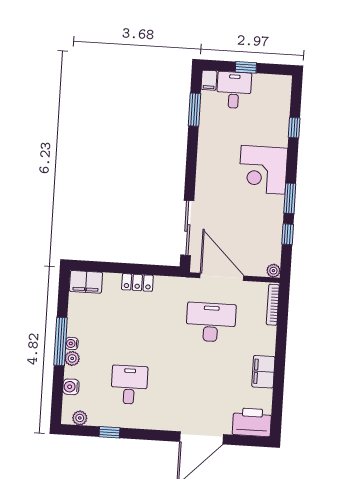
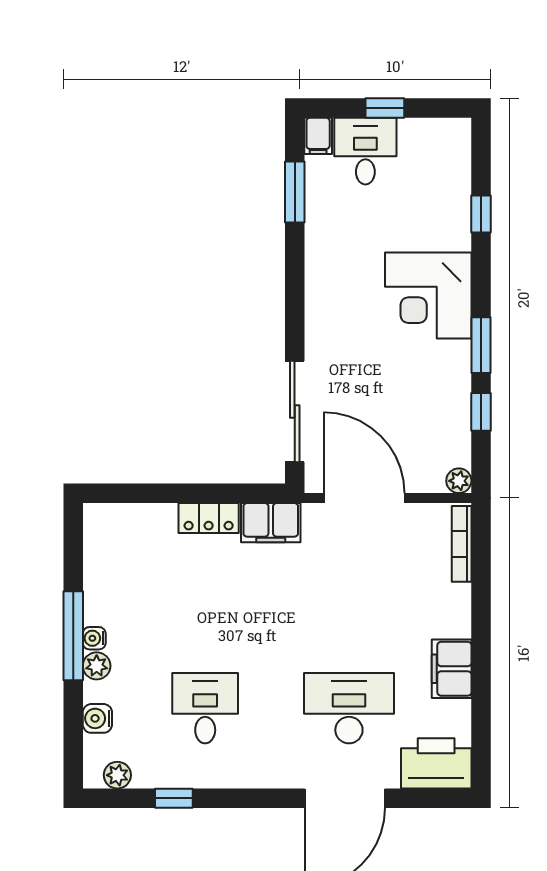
filing cabinet: (86, 282) -> (271, 523), moved
desk: (211, 322) -> (349, 708), moved

